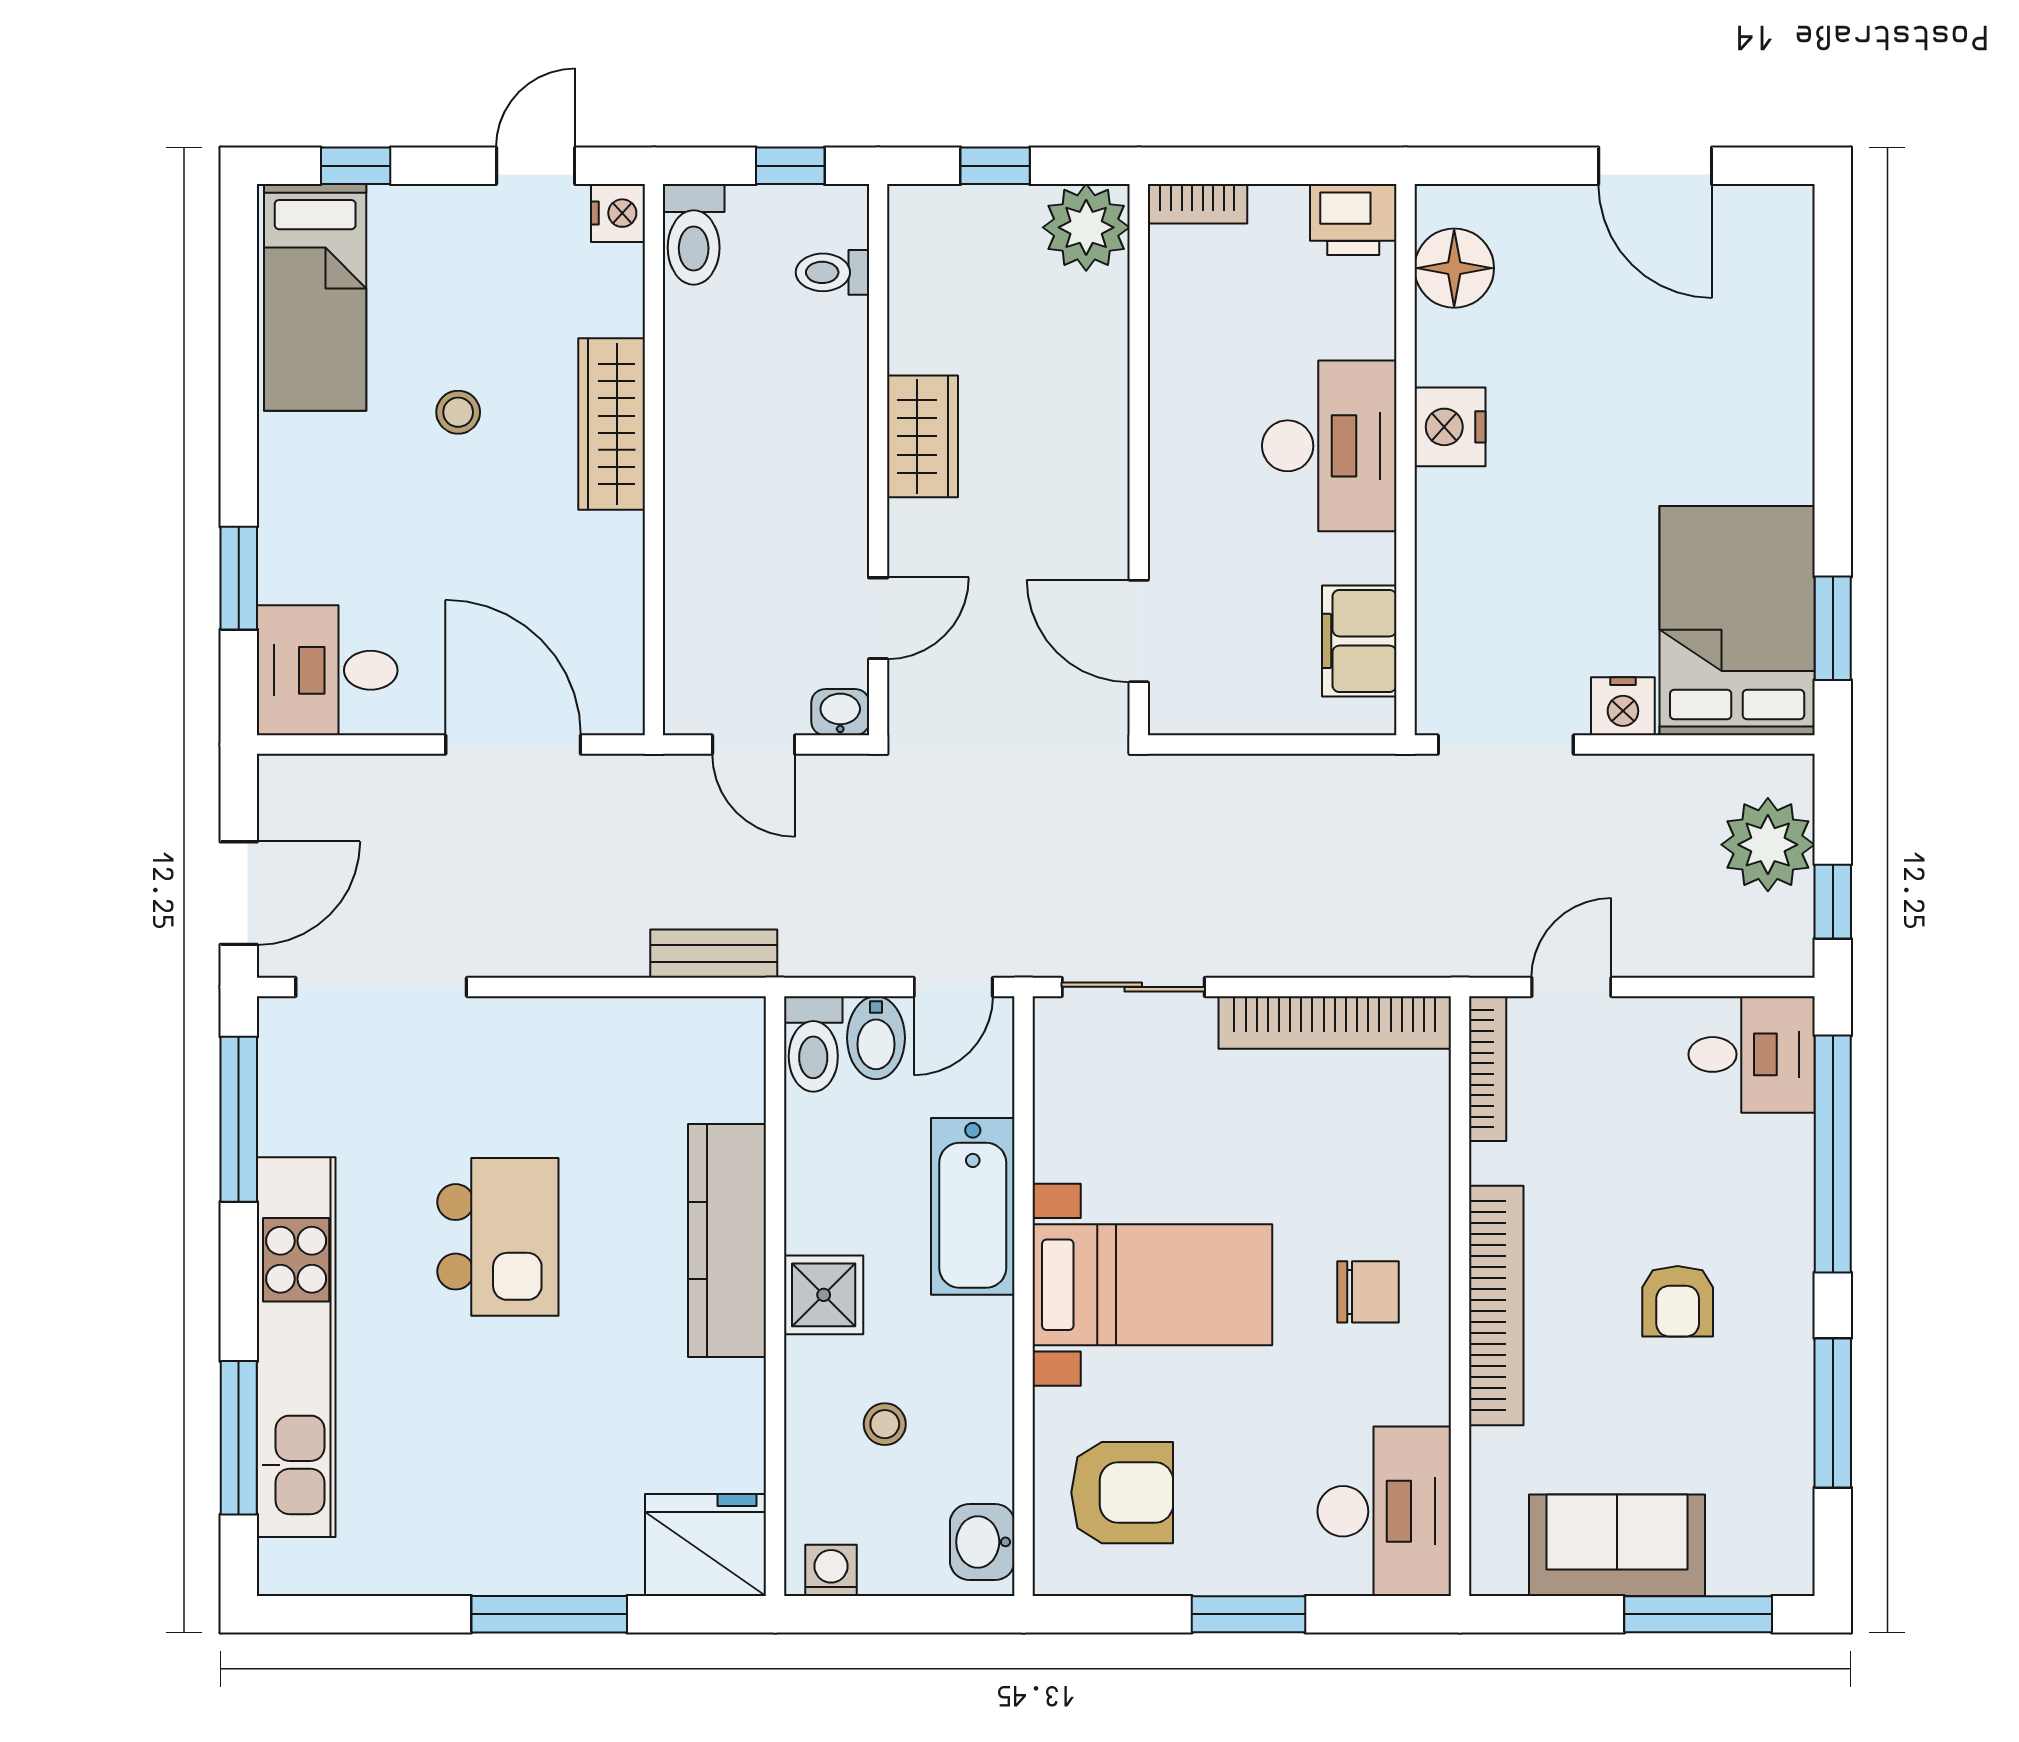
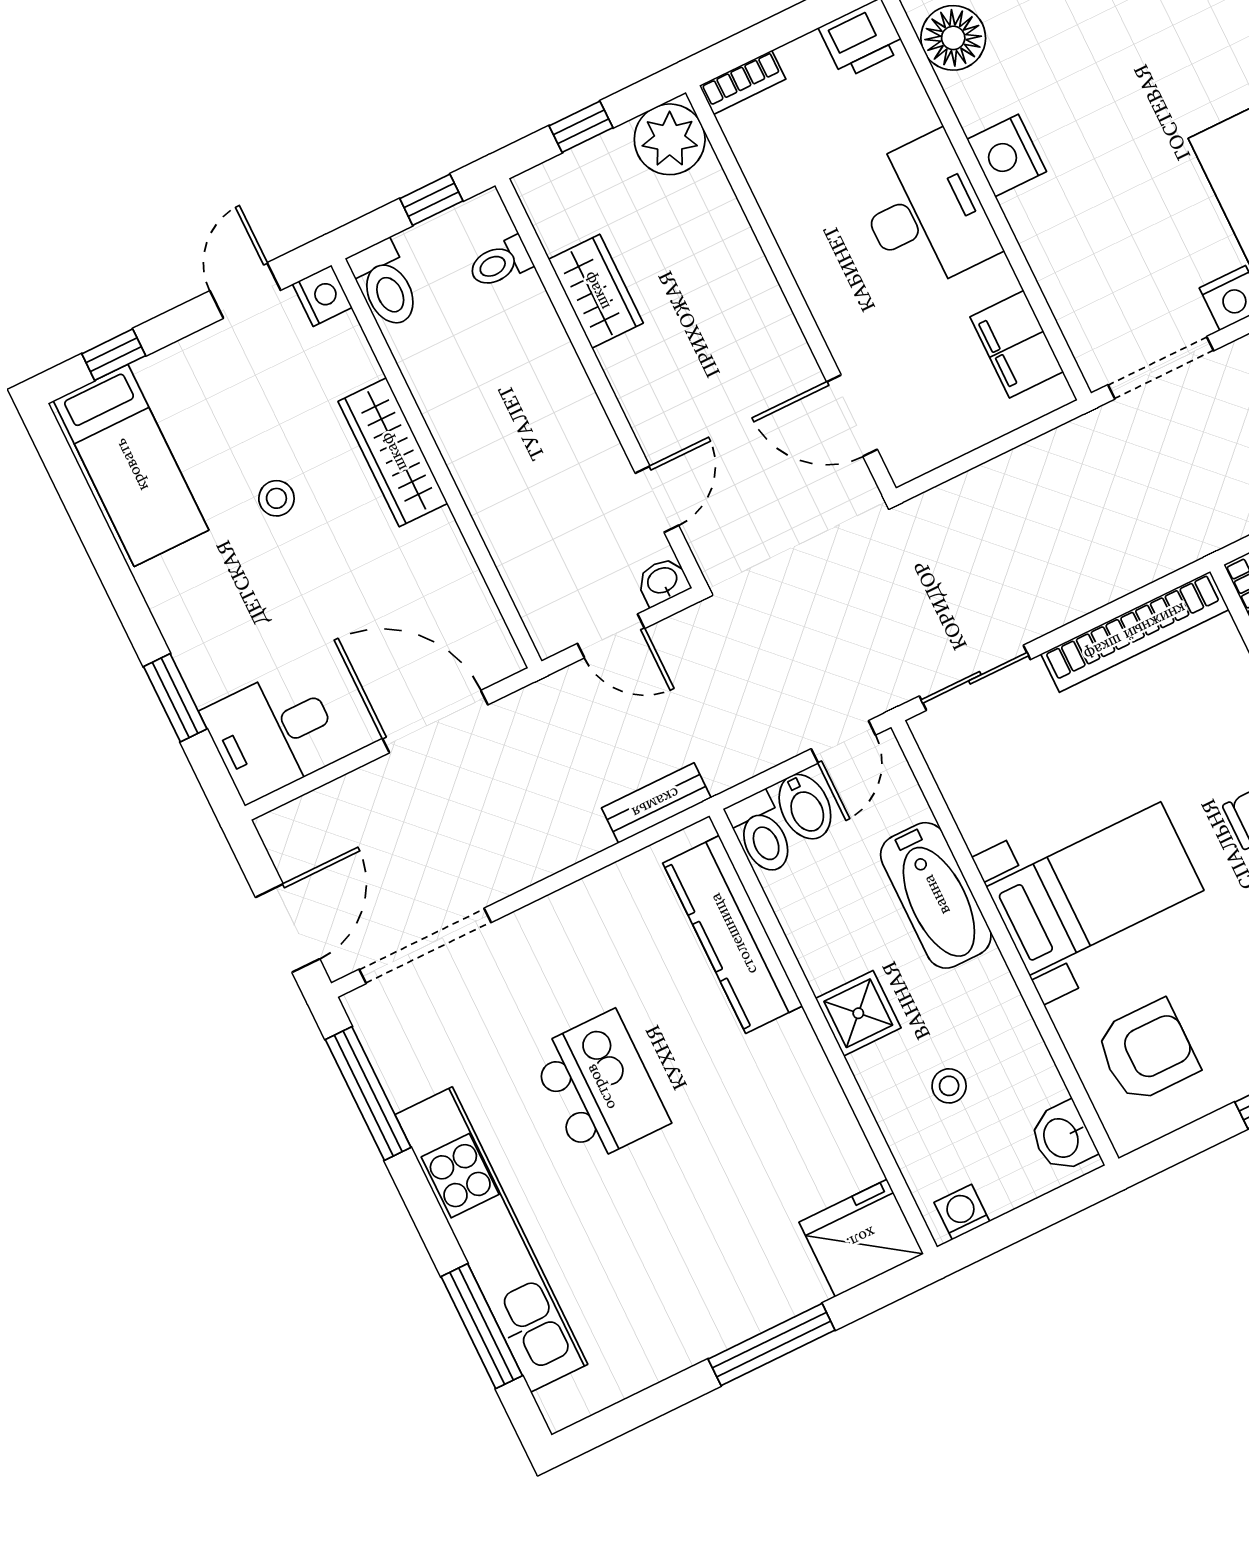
wardrobe: (923, 436) -> (596, 291), moved
kitchen counter: (727, 1241) -> (733, 934), moved

